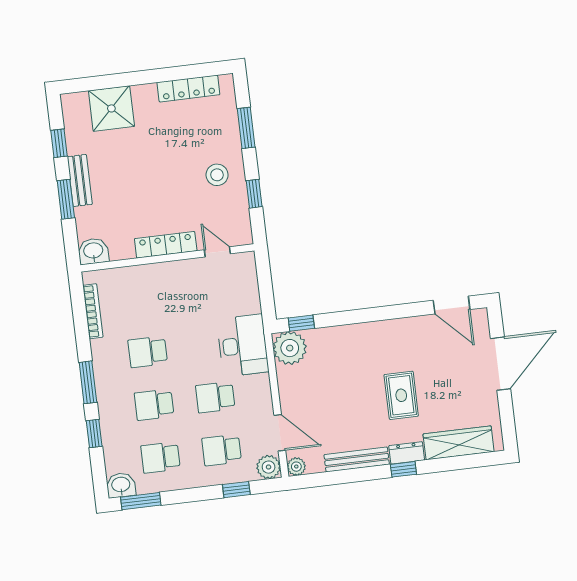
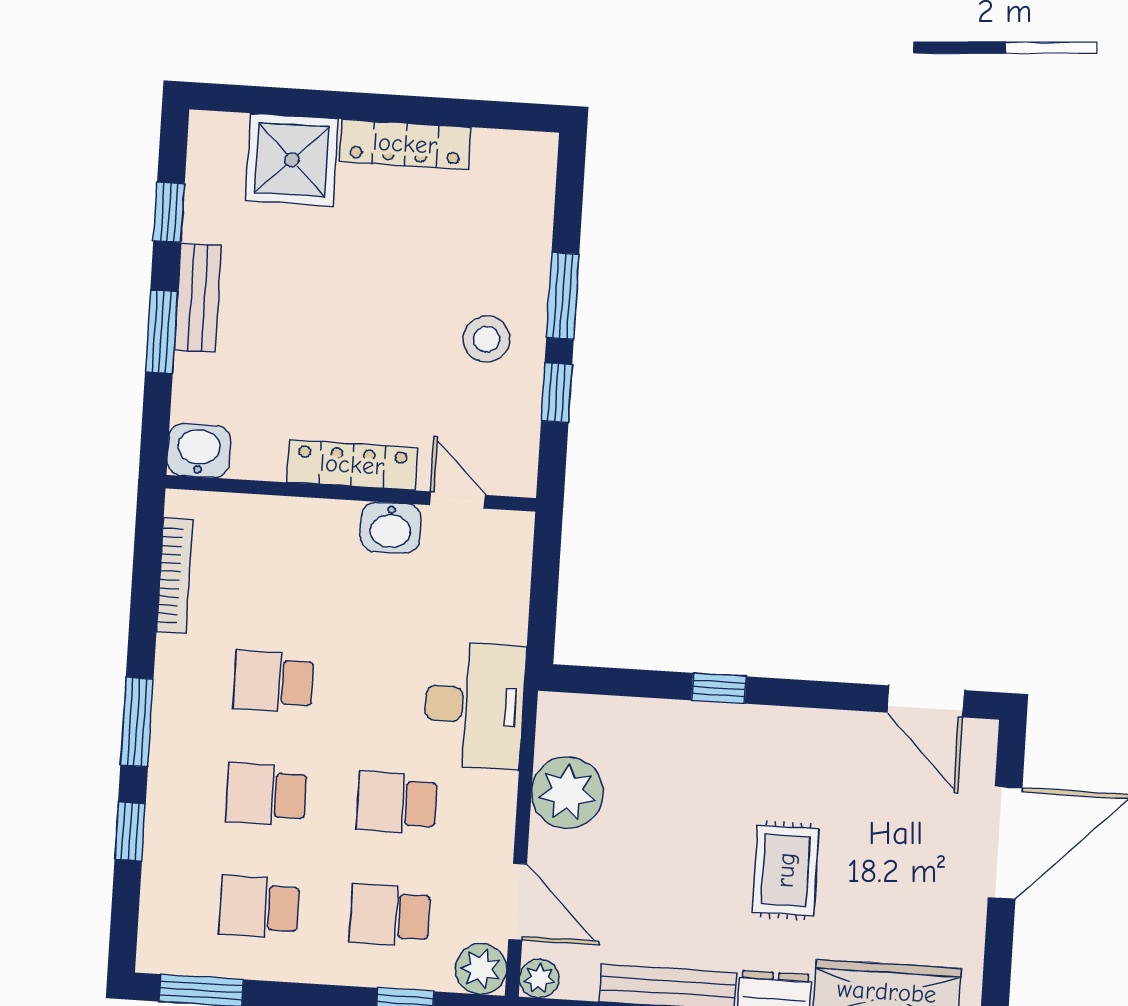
locker: (188, 88) -> (405, 144), moved
window: (246, 128) -> (563, 296), moved
window: (301, 323) -> (719, 688), moved
plant: (290, 348) -> (567, 793), moved
washbasin: (121, 485) -> (391, 528), moved, turned 180

